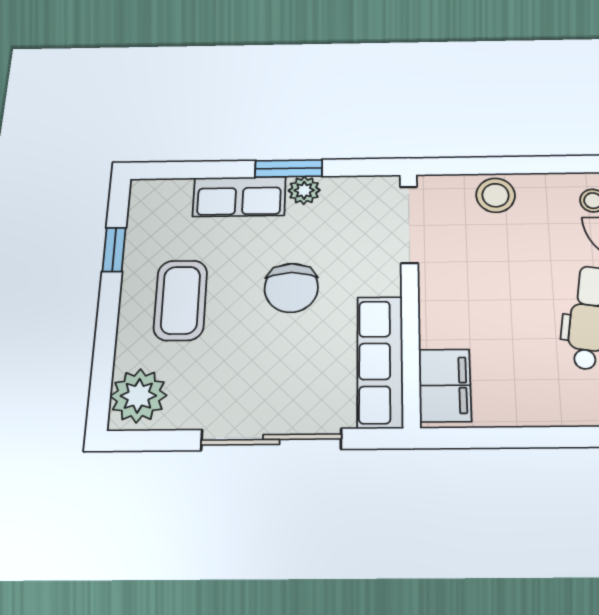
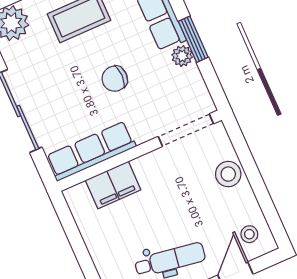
chair: (291, 288) -> (115, 79), width x0.73, depth x0.73
filing cabinet: (445, 385) -> (113, 185), moved

